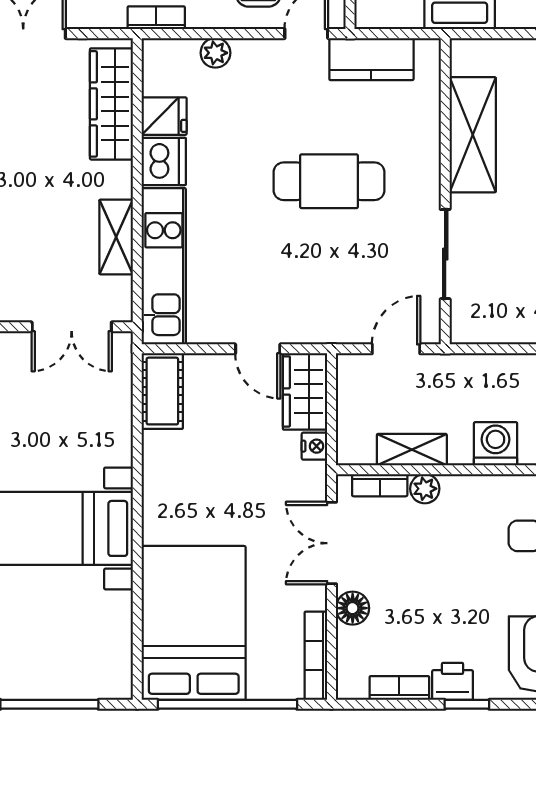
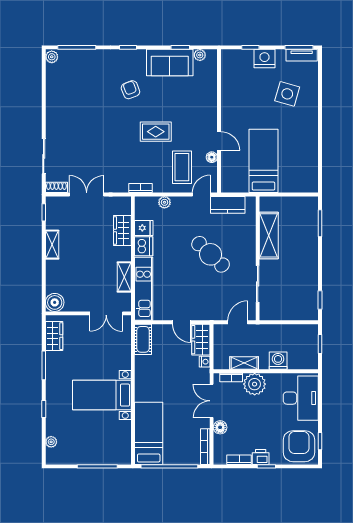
wardrobe: (111, 104) -> (122, 230), width x0.67
cafe table: (329, 181) -> (211, 254), turned 43
plant: (425, 489) -> (255, 384), width x1.88, depth x1.88
bed: (194, 623) -> (149, 433), width x0.67

